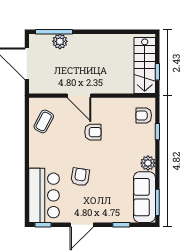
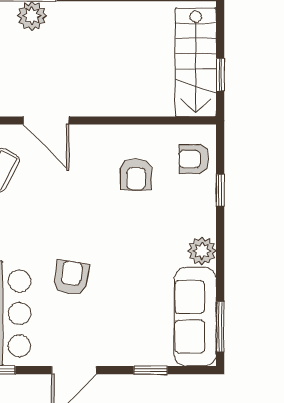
door: (79, 96) -> (46, 121), moved
armchair: (93, 132) -> (136, 174), moved, turned 90

